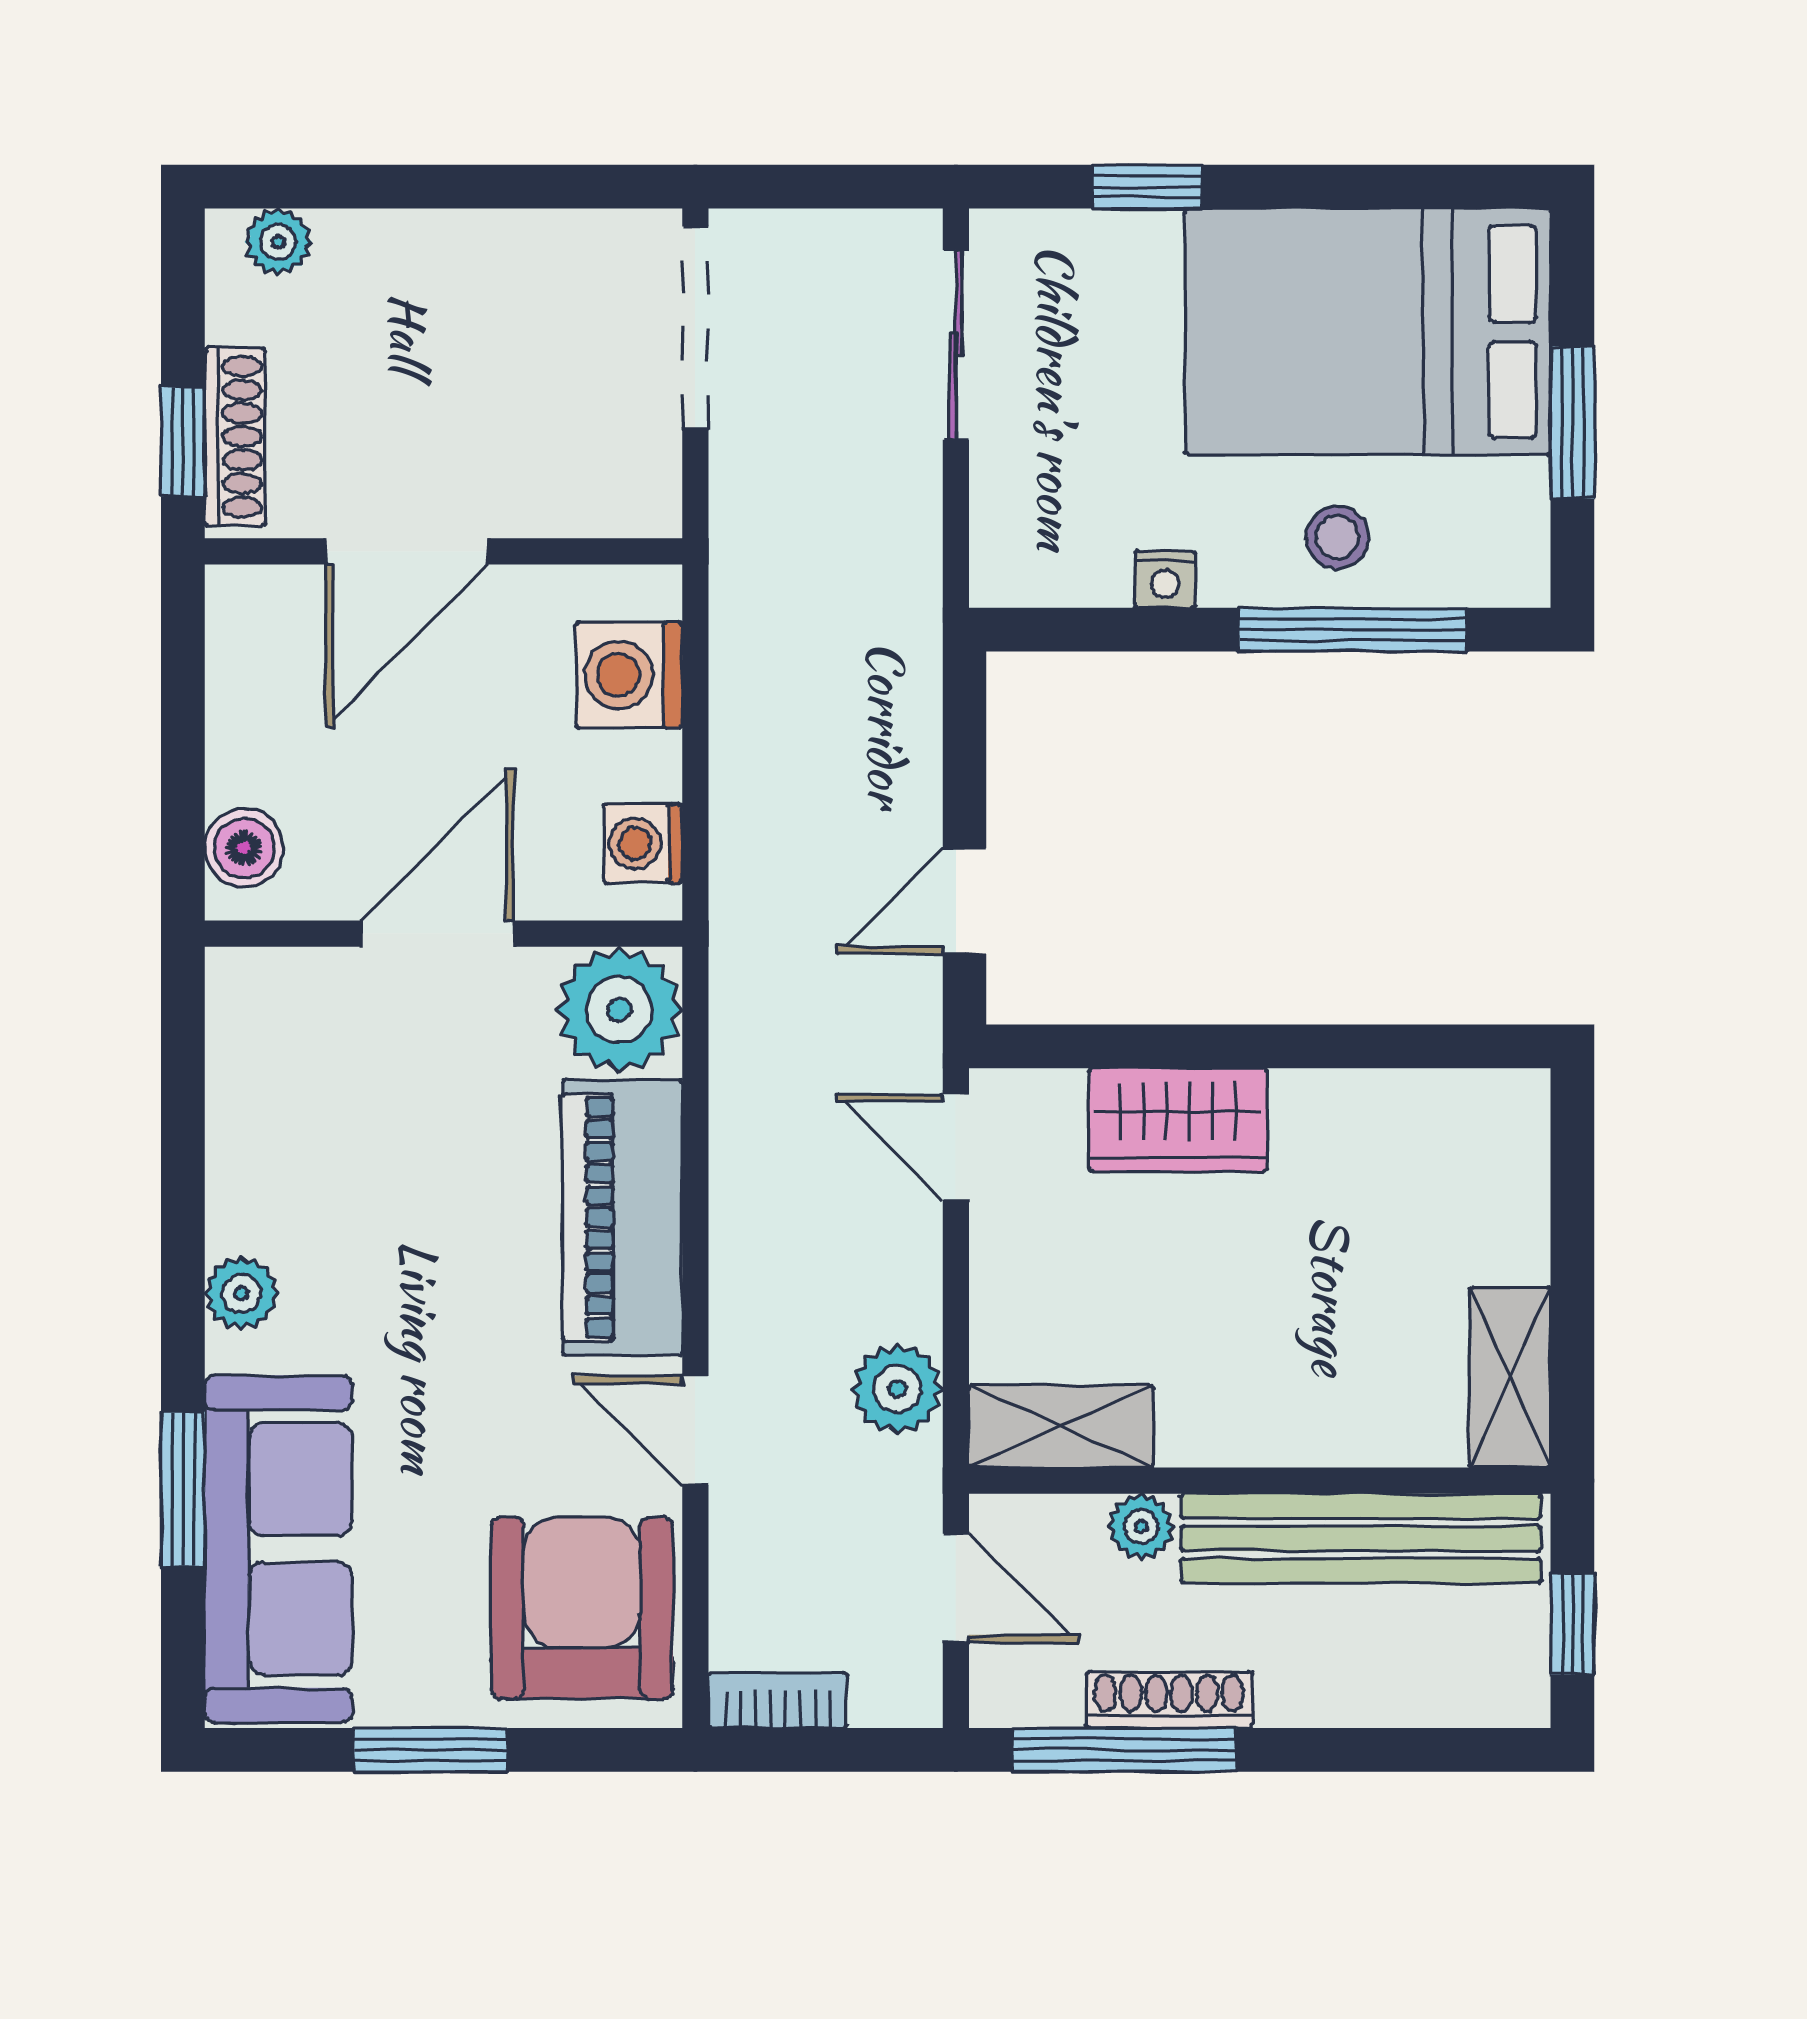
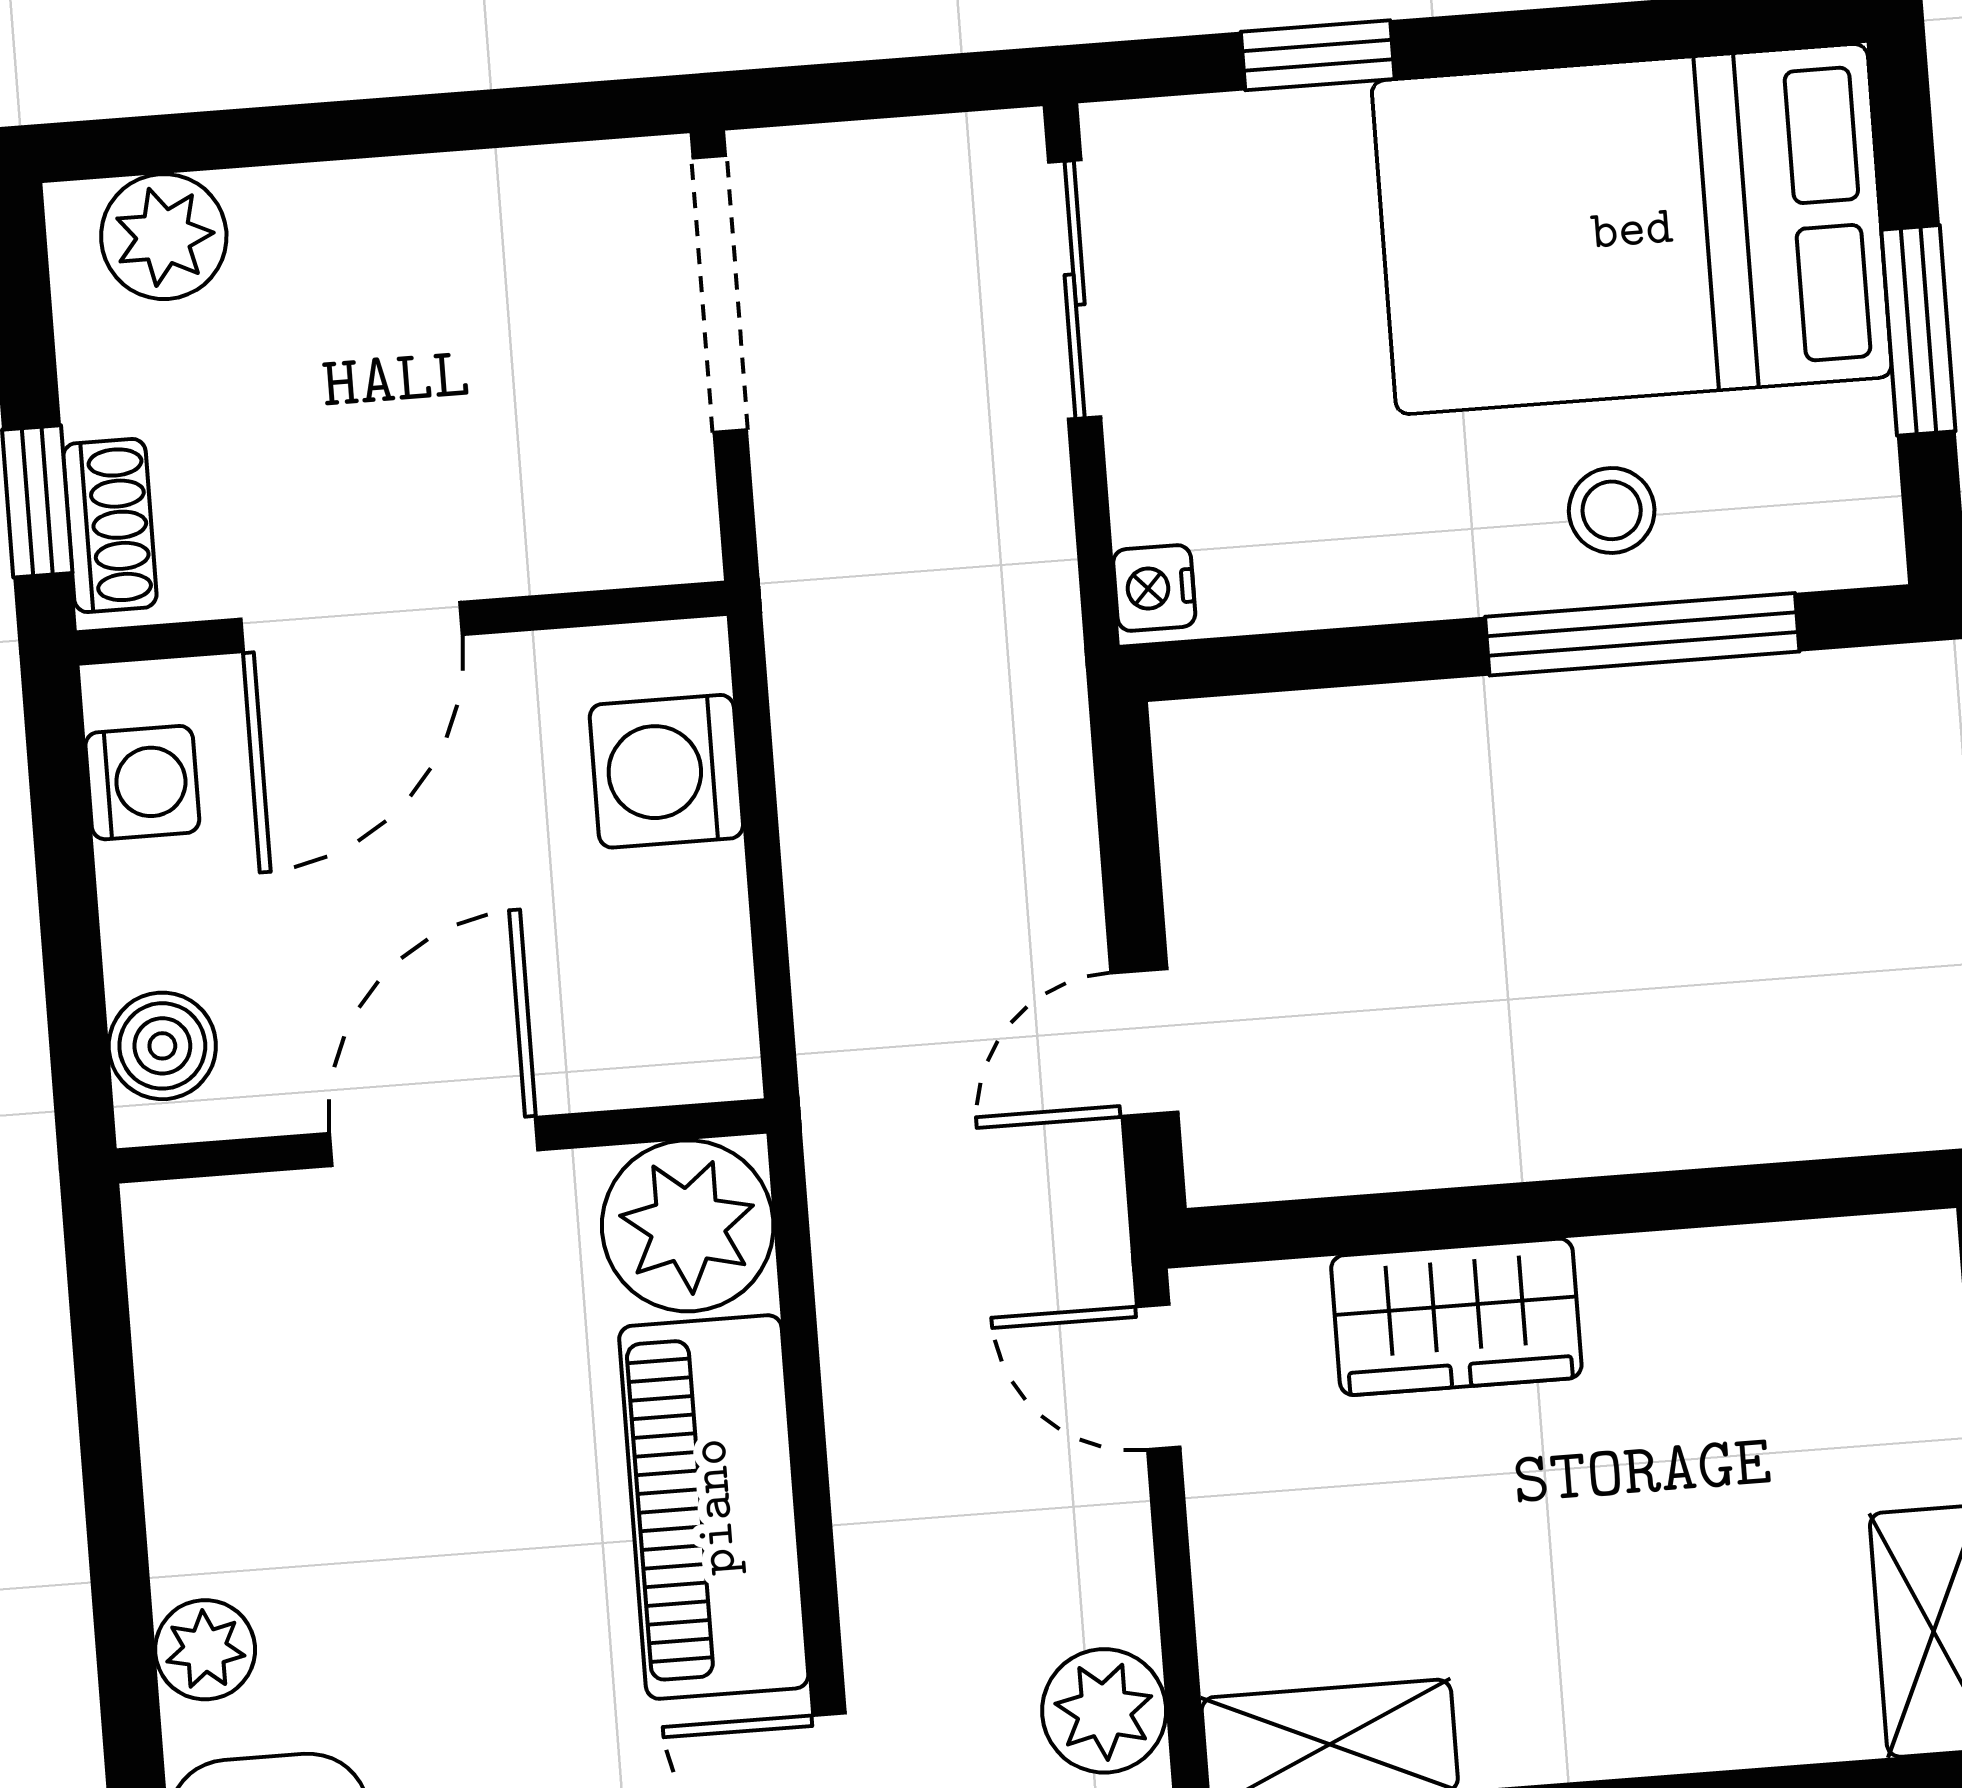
plant: (278, 242) -> (164, 237), width x1.38, depth x1.38
shoe rack: (235, 437) -> (110, 525), width x0.70
nightstand: (1165, 579) -> (1154, 588), moved, turned 90
washing machine: (643, 843) -> (142, 783), moved, turned 180

